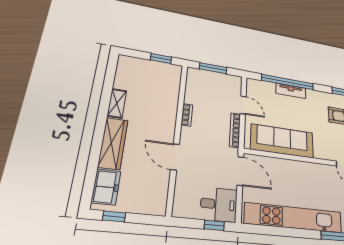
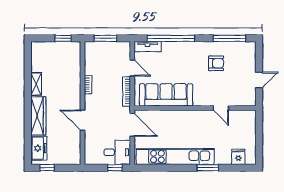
tv unit: (291, 91) -> (148, 47), moved

